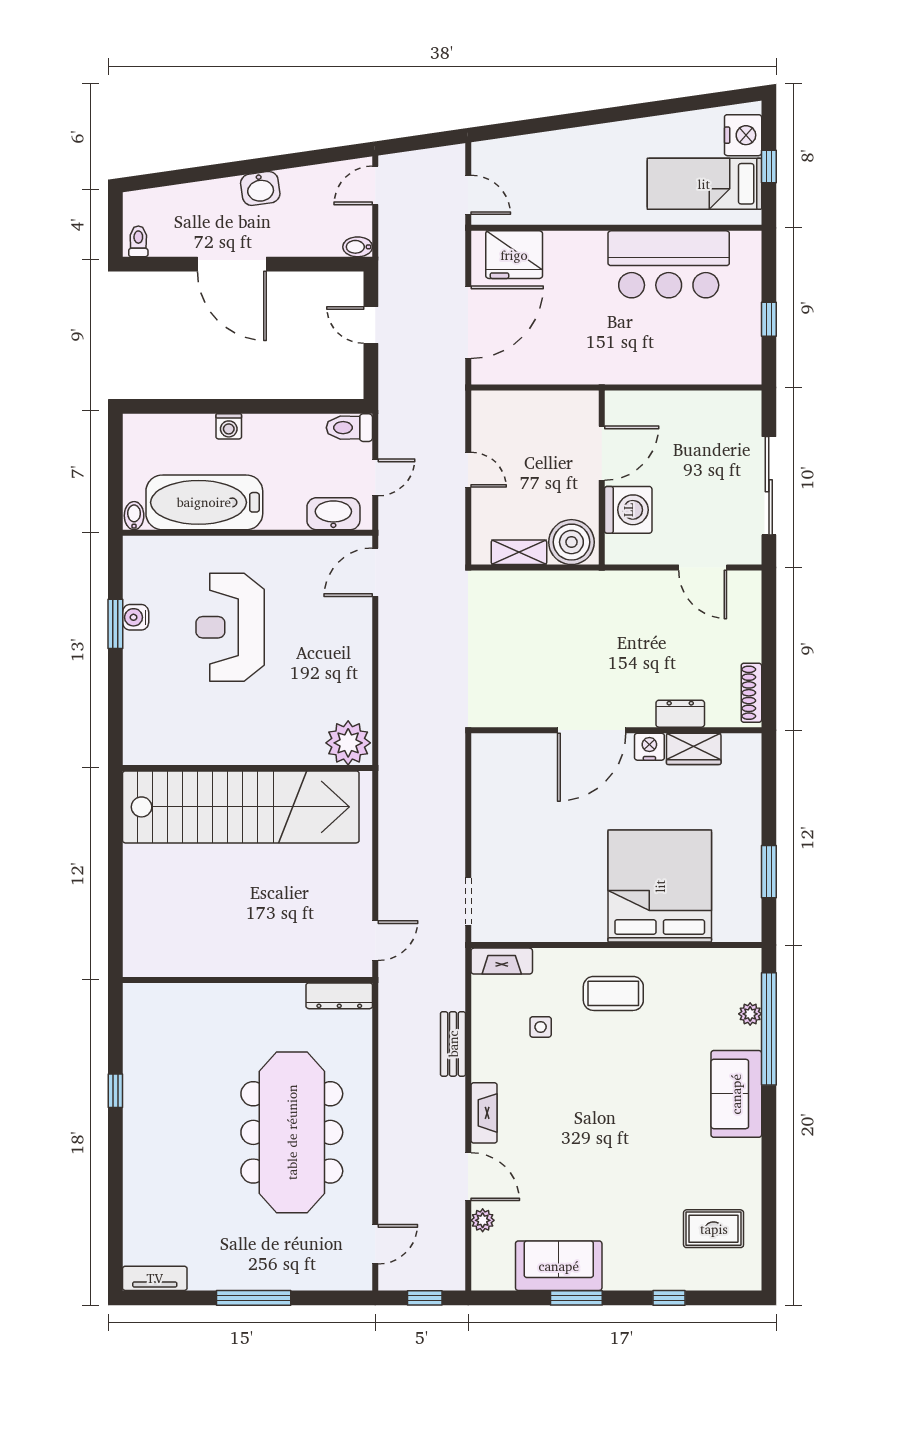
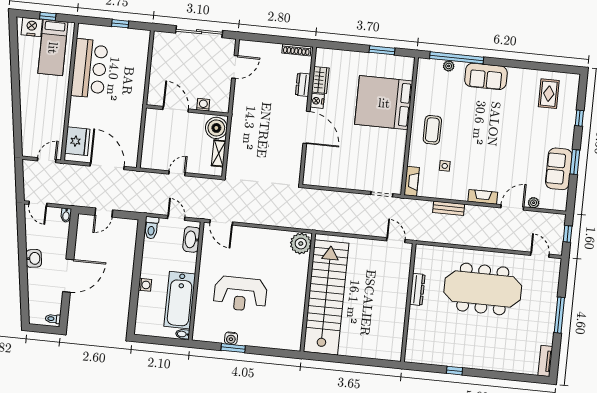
washing machine: (628, 510) -> (203, 105), width x0.53, depth x0.53
dresser: (339, 996) -> (417, 289), moved

